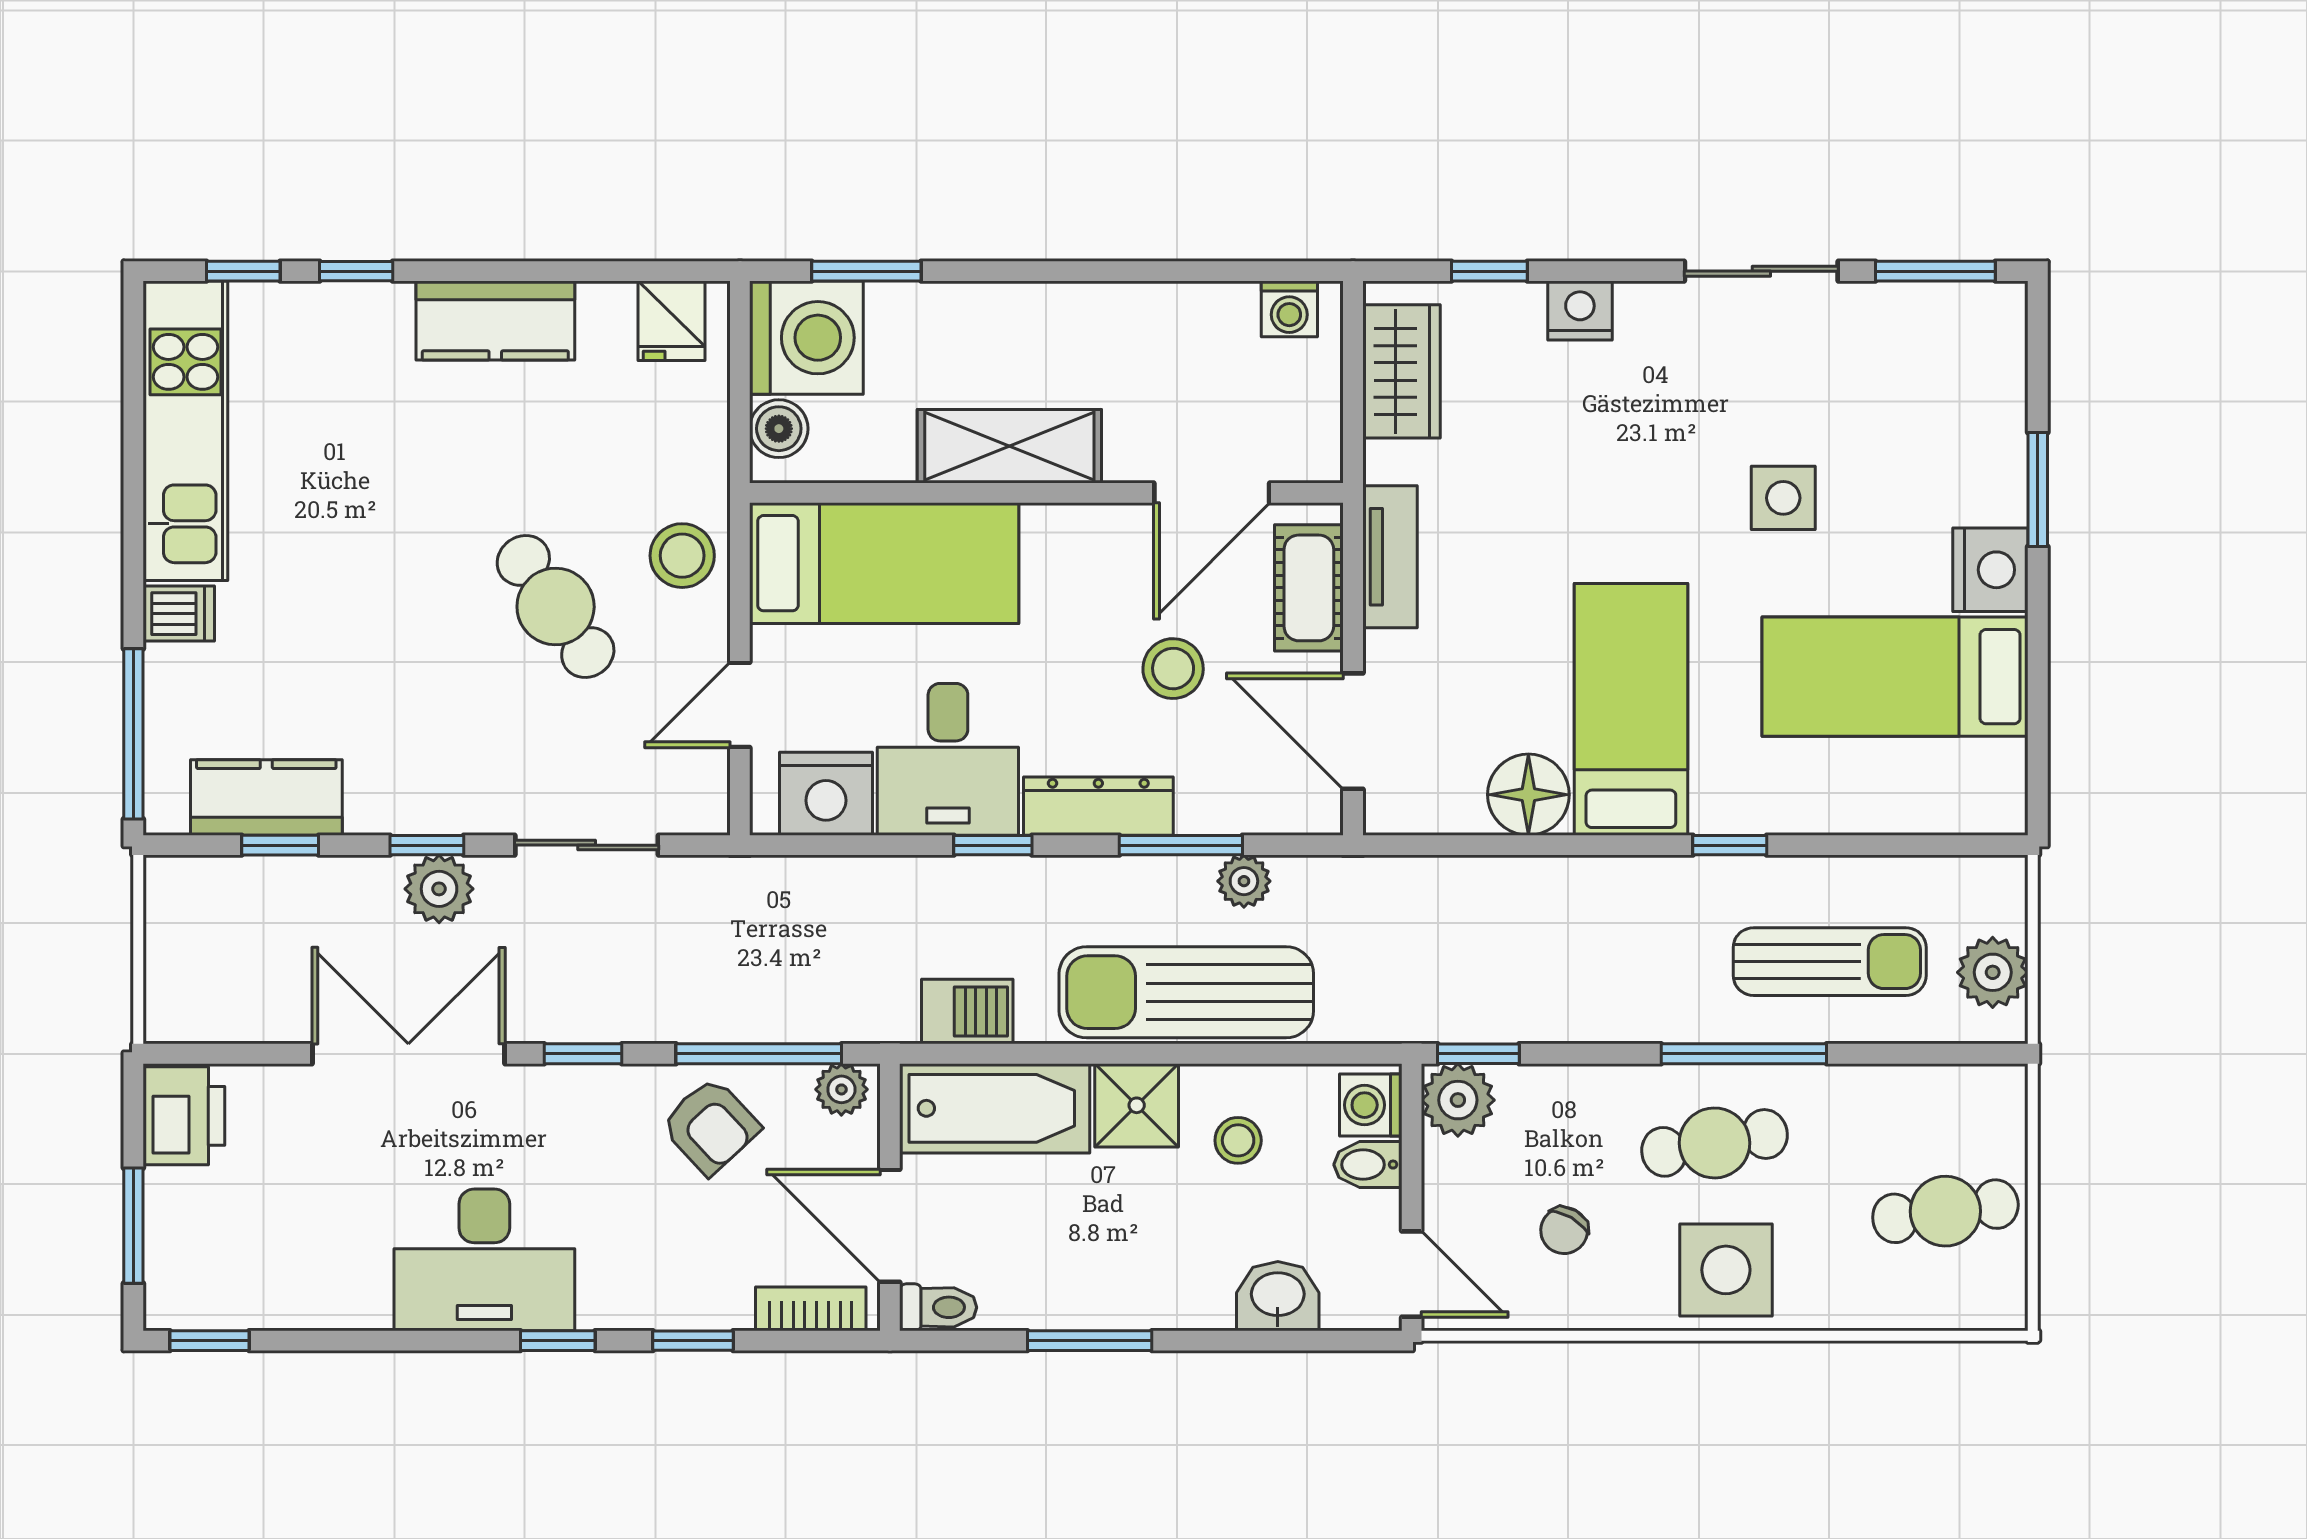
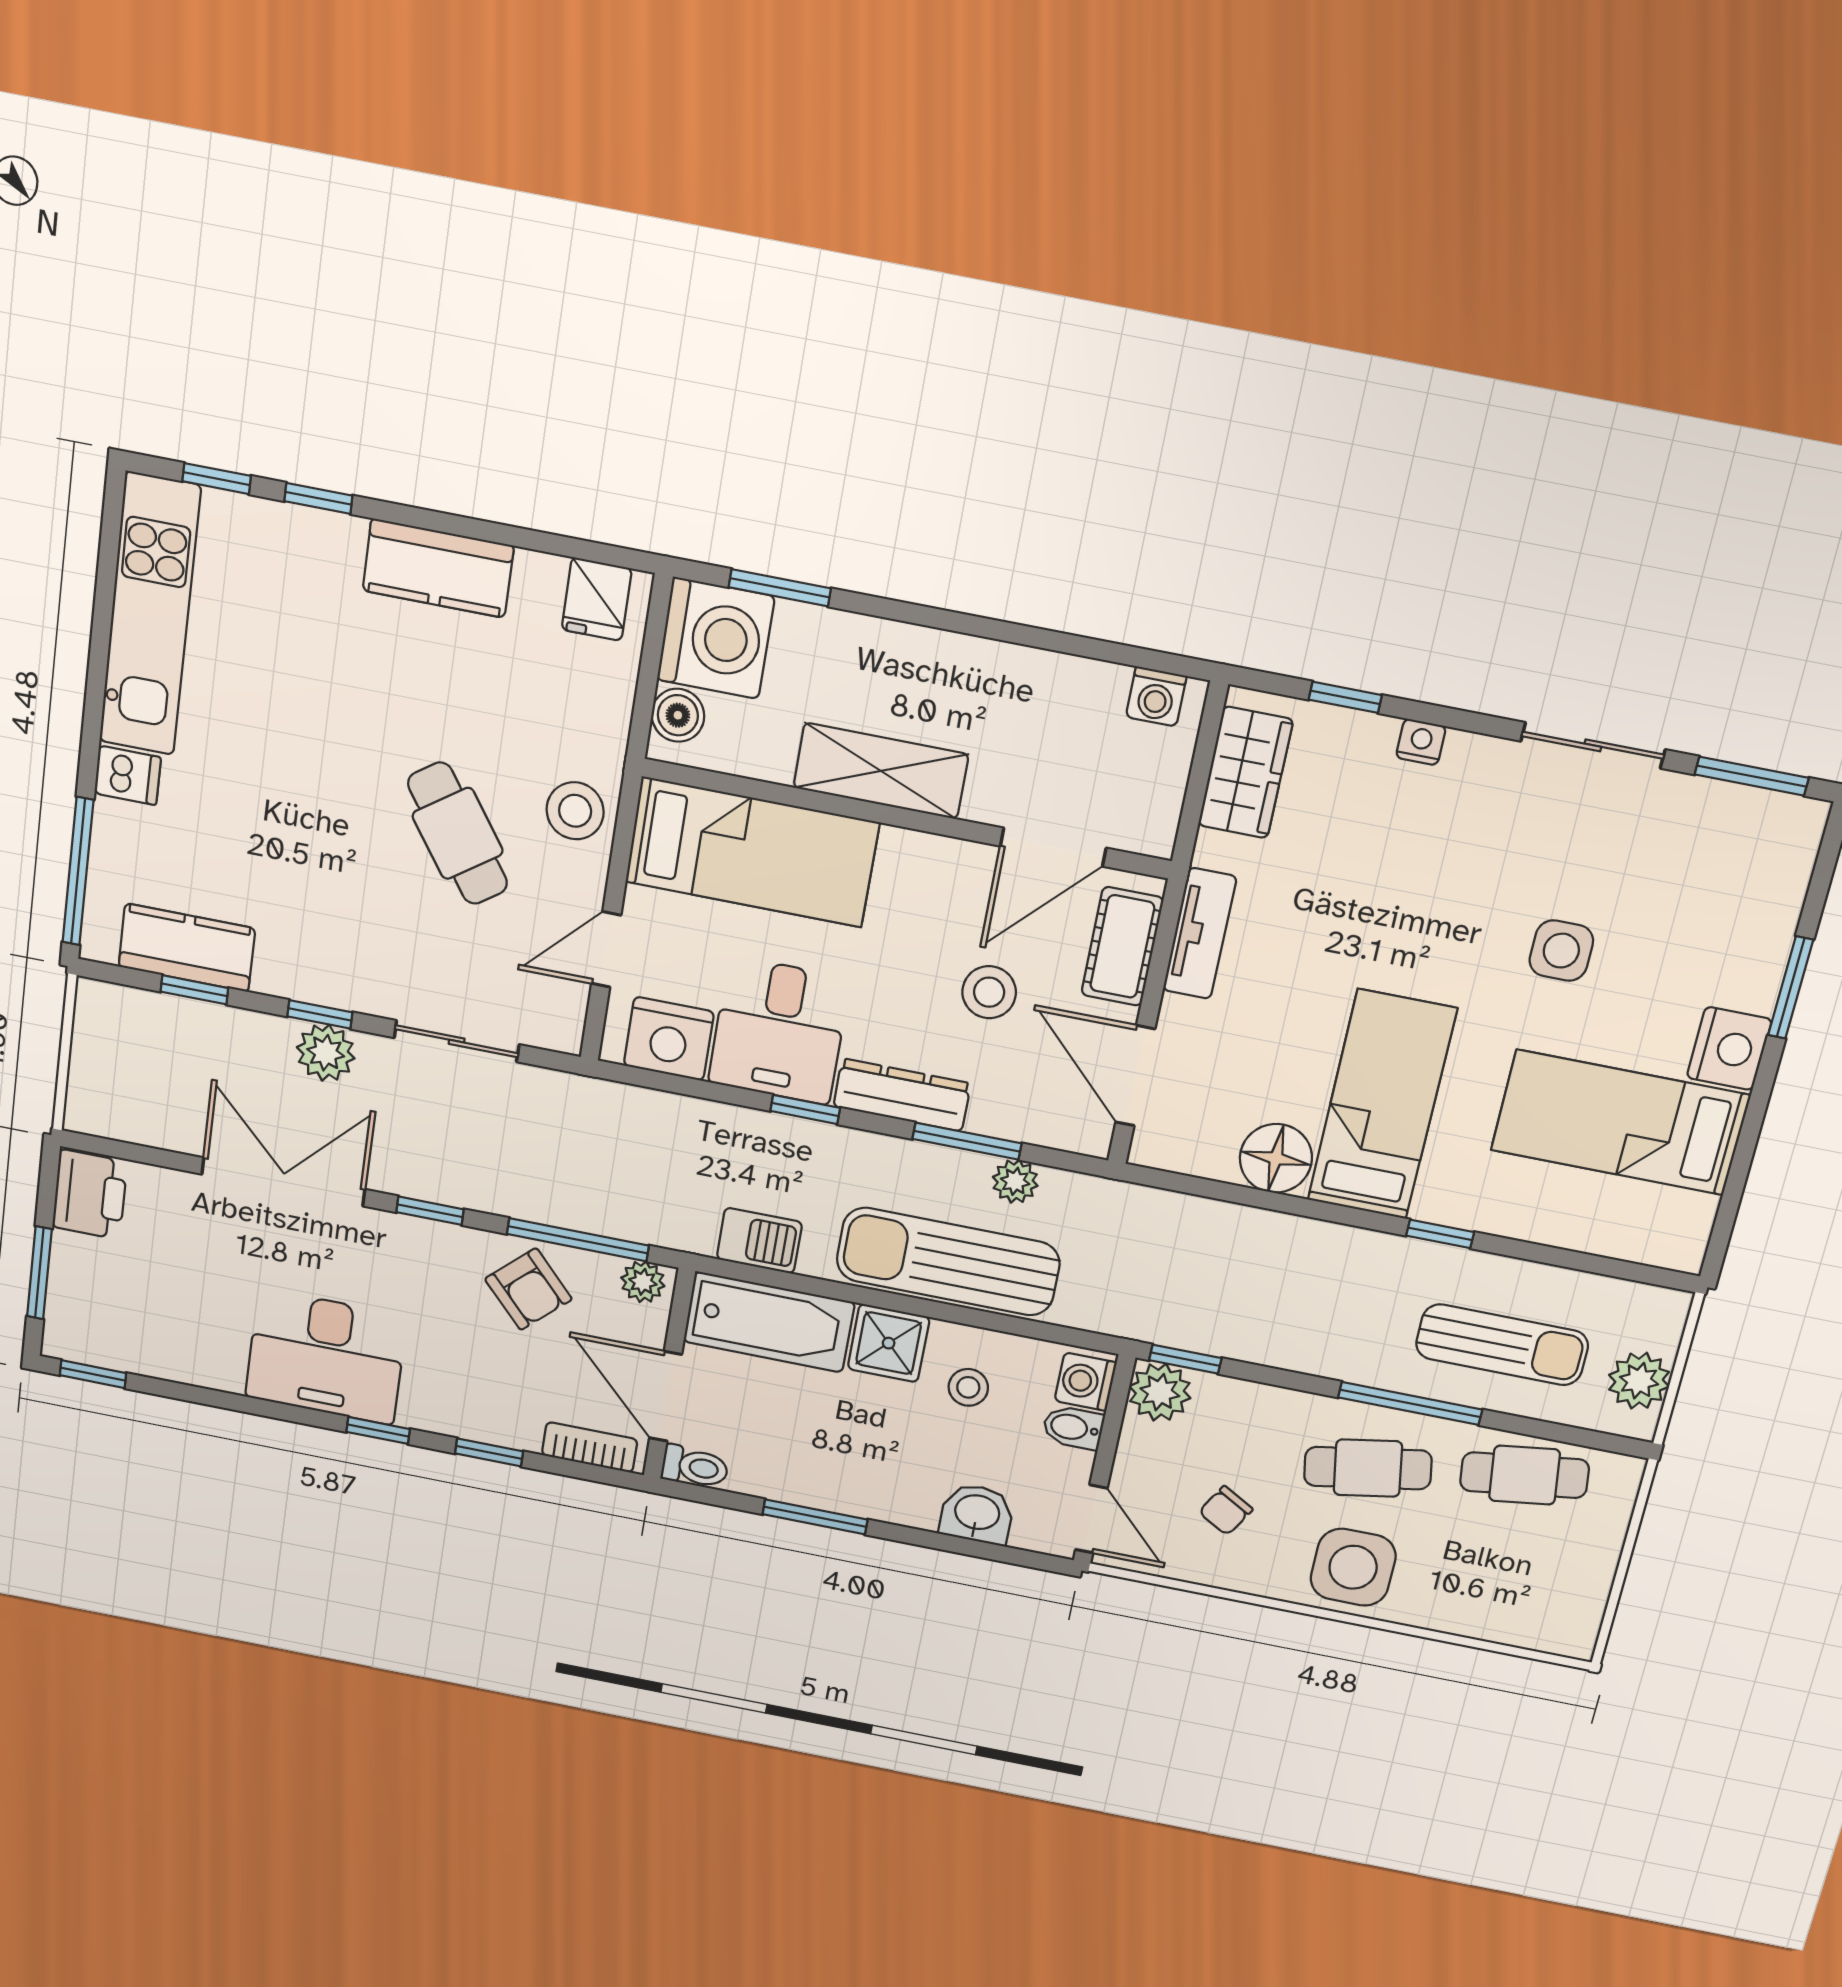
nightstand: (1580, 310) -> (1421, 742), width x0.72, depth x0.74
cafe table: (1945, 1211) -> (1525, 1475), moved

